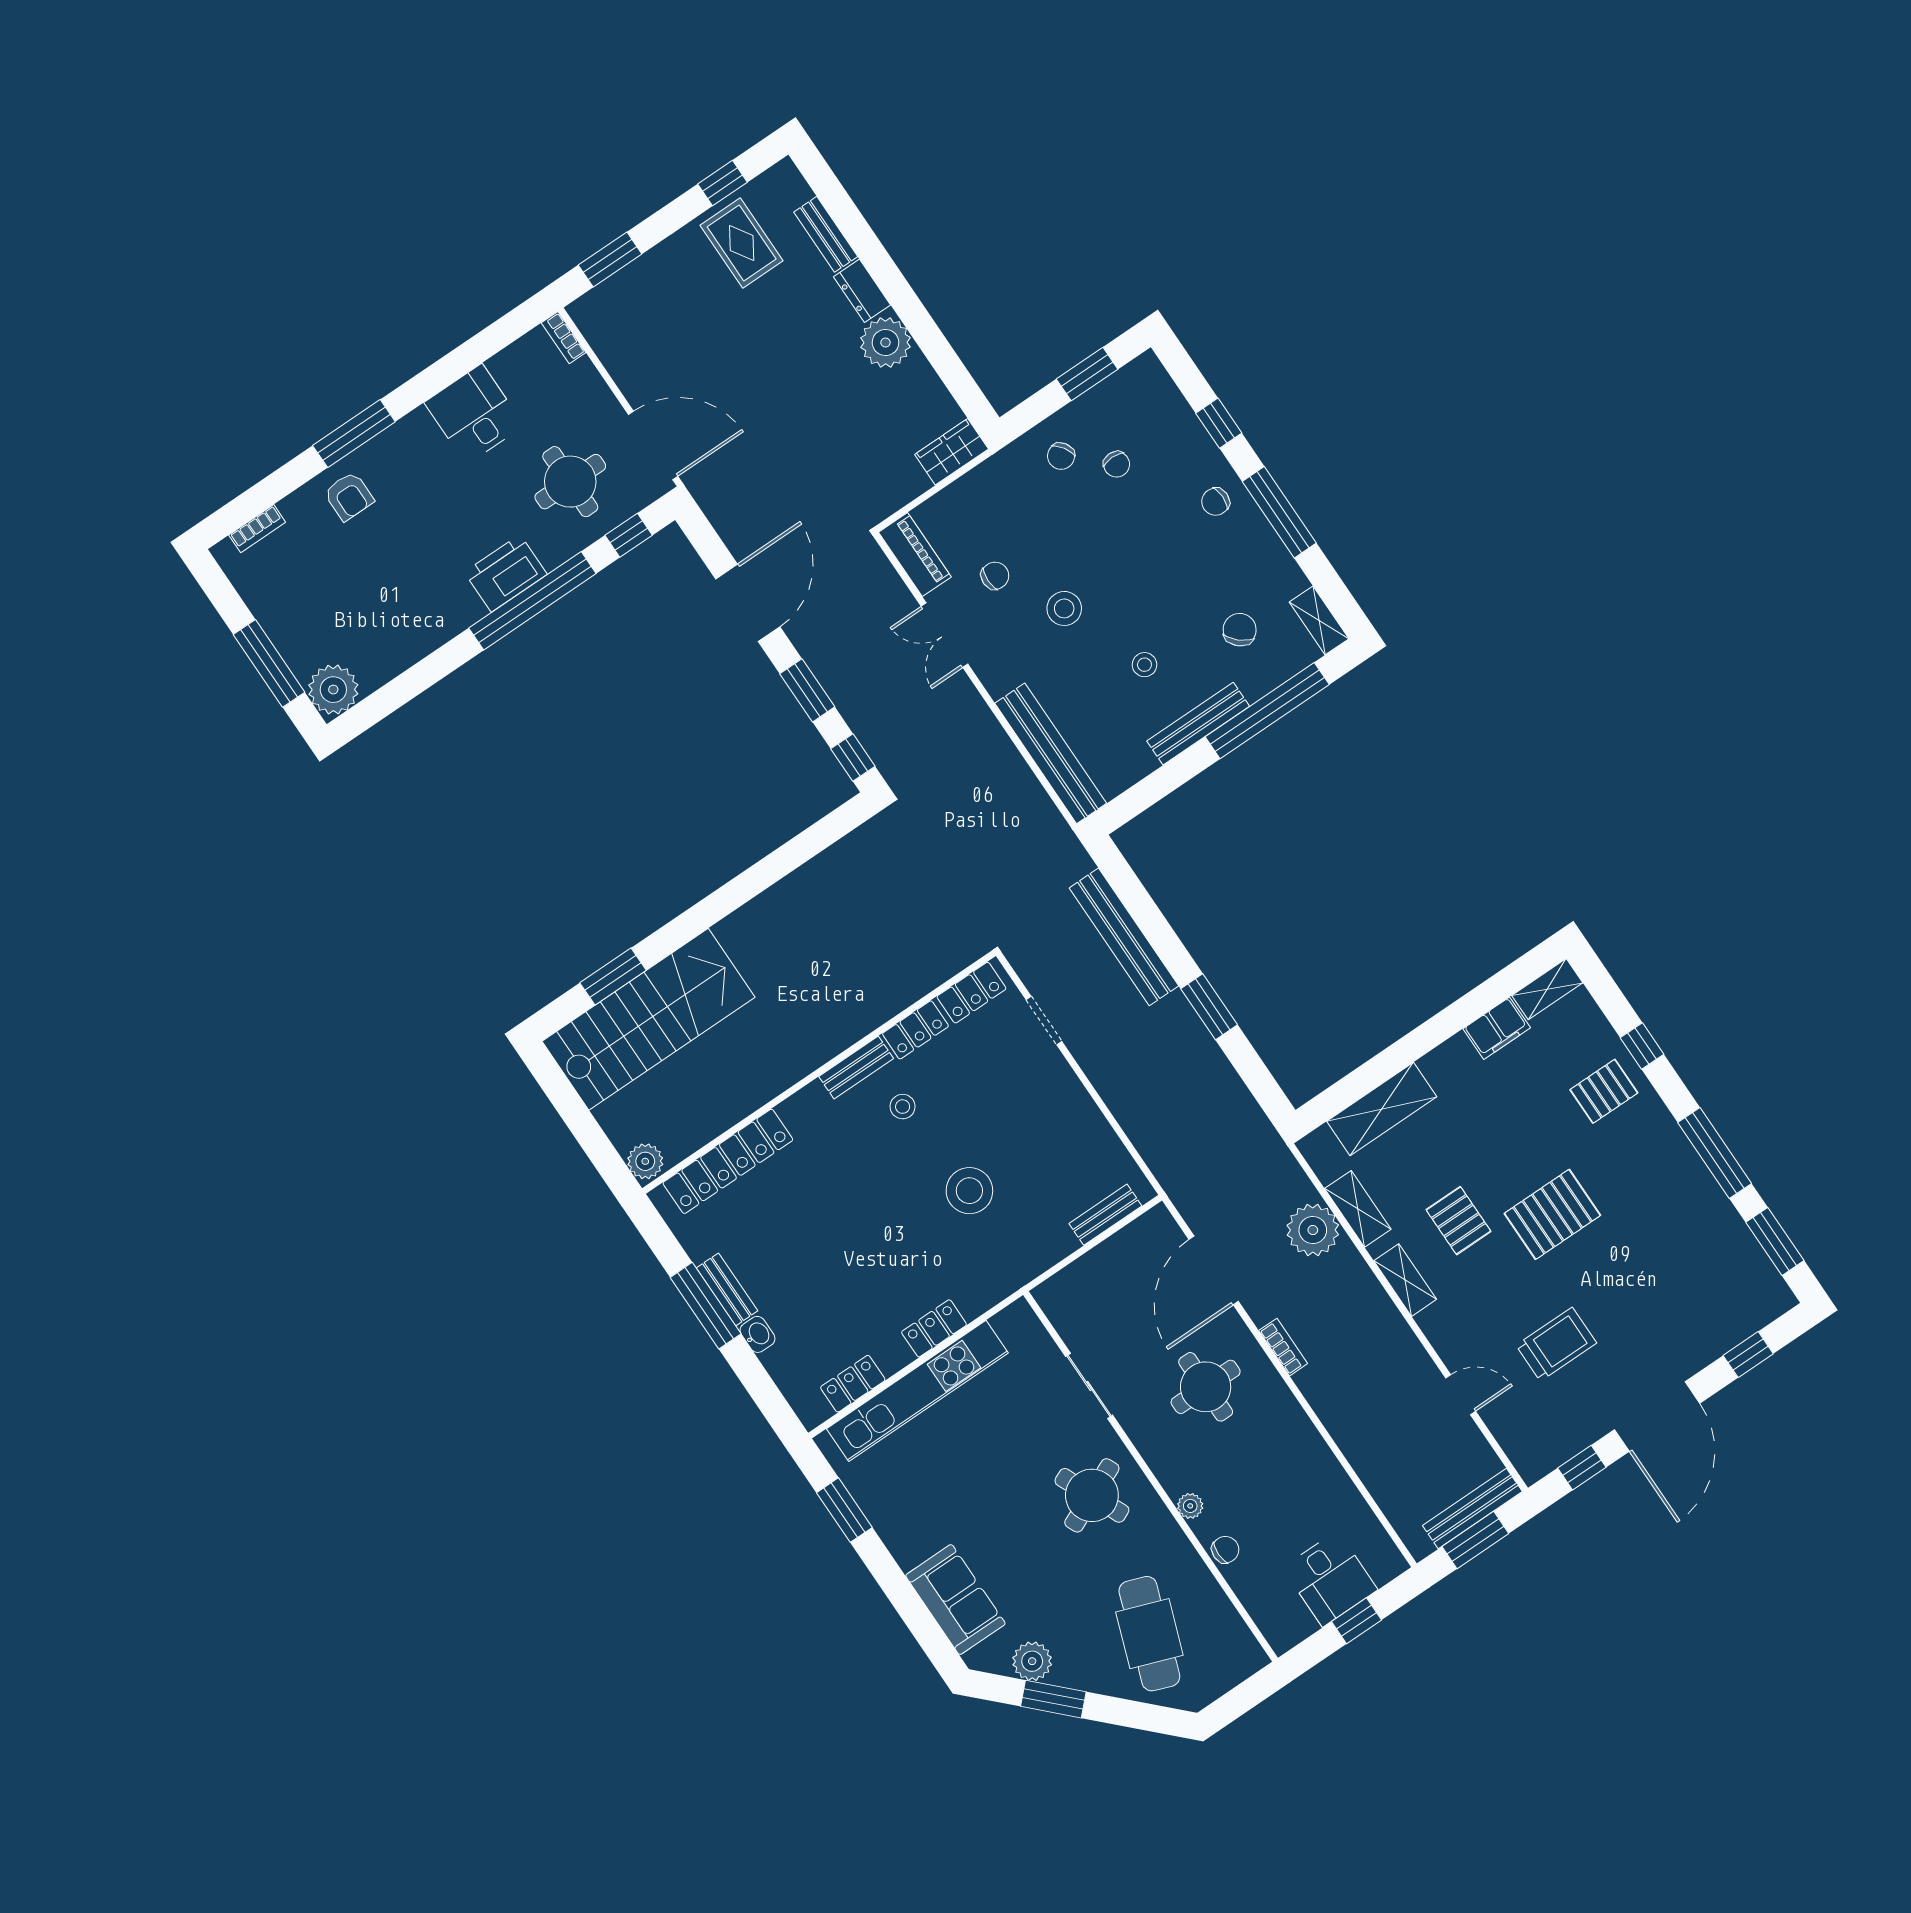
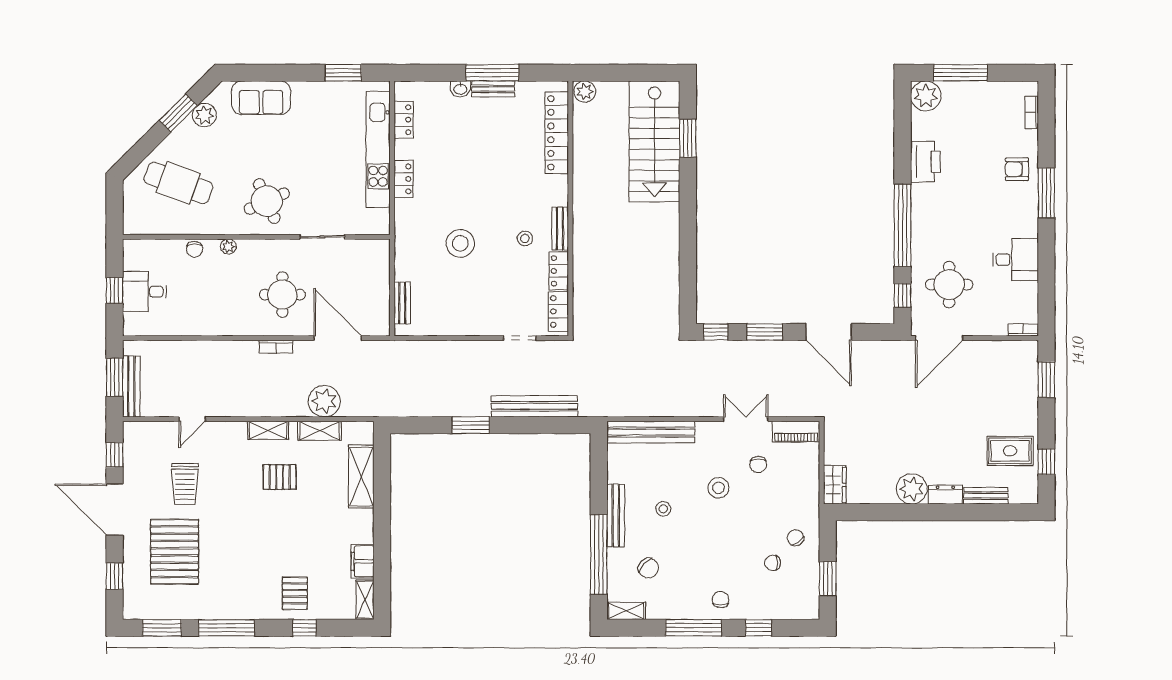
printer: (506, 573) -> (925, 162), moved
pallet: (1552, 1214) -> (175, 552), moved, width x1.37, depth x1.41

